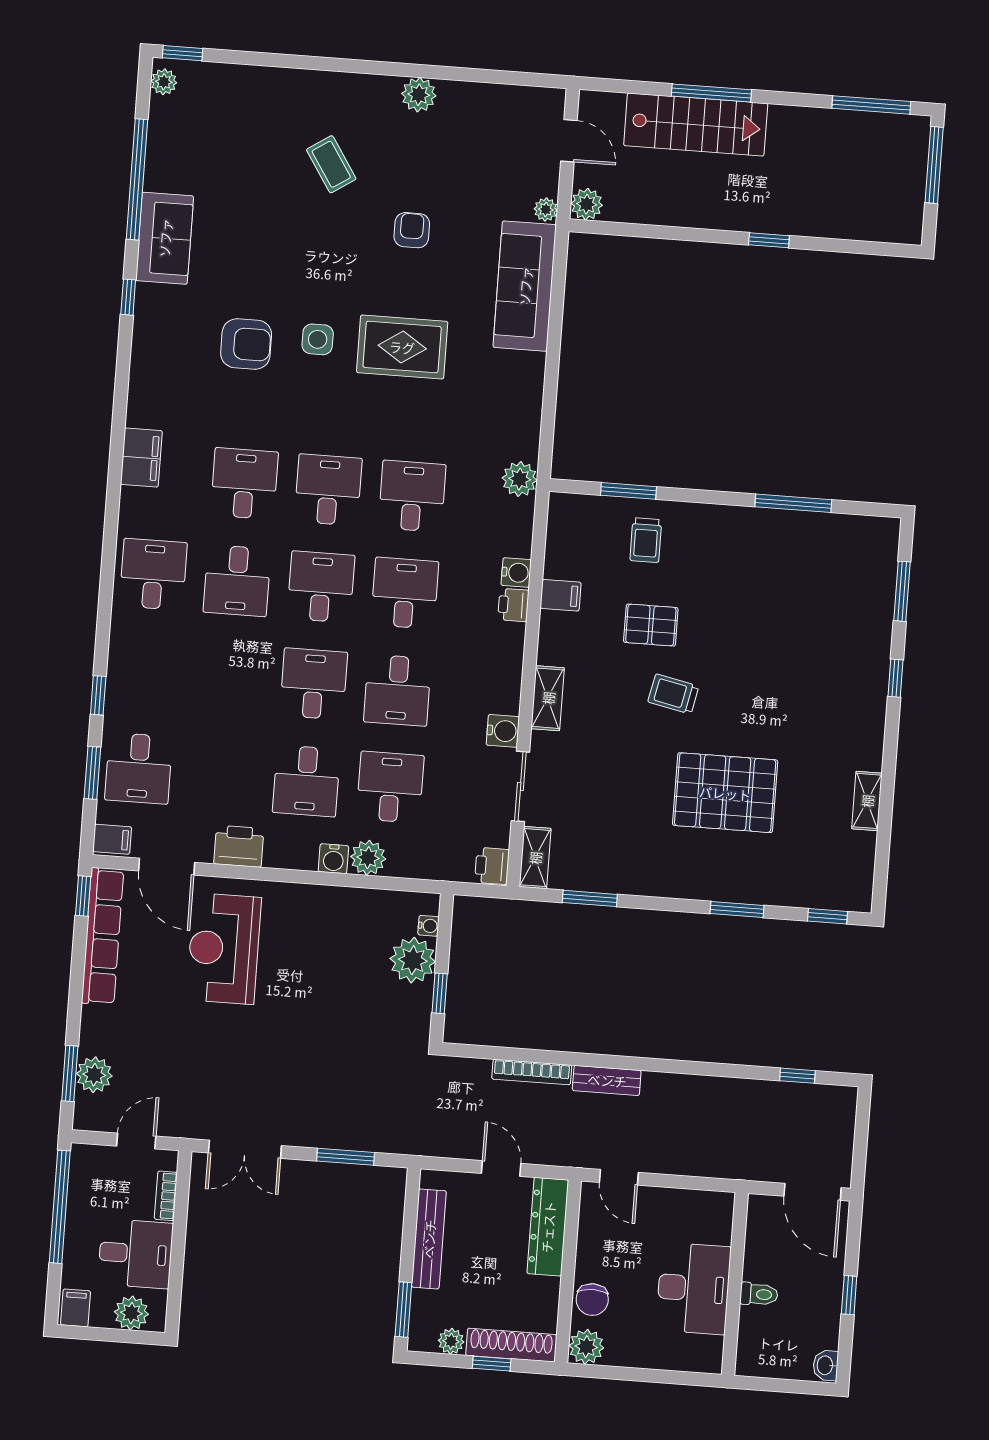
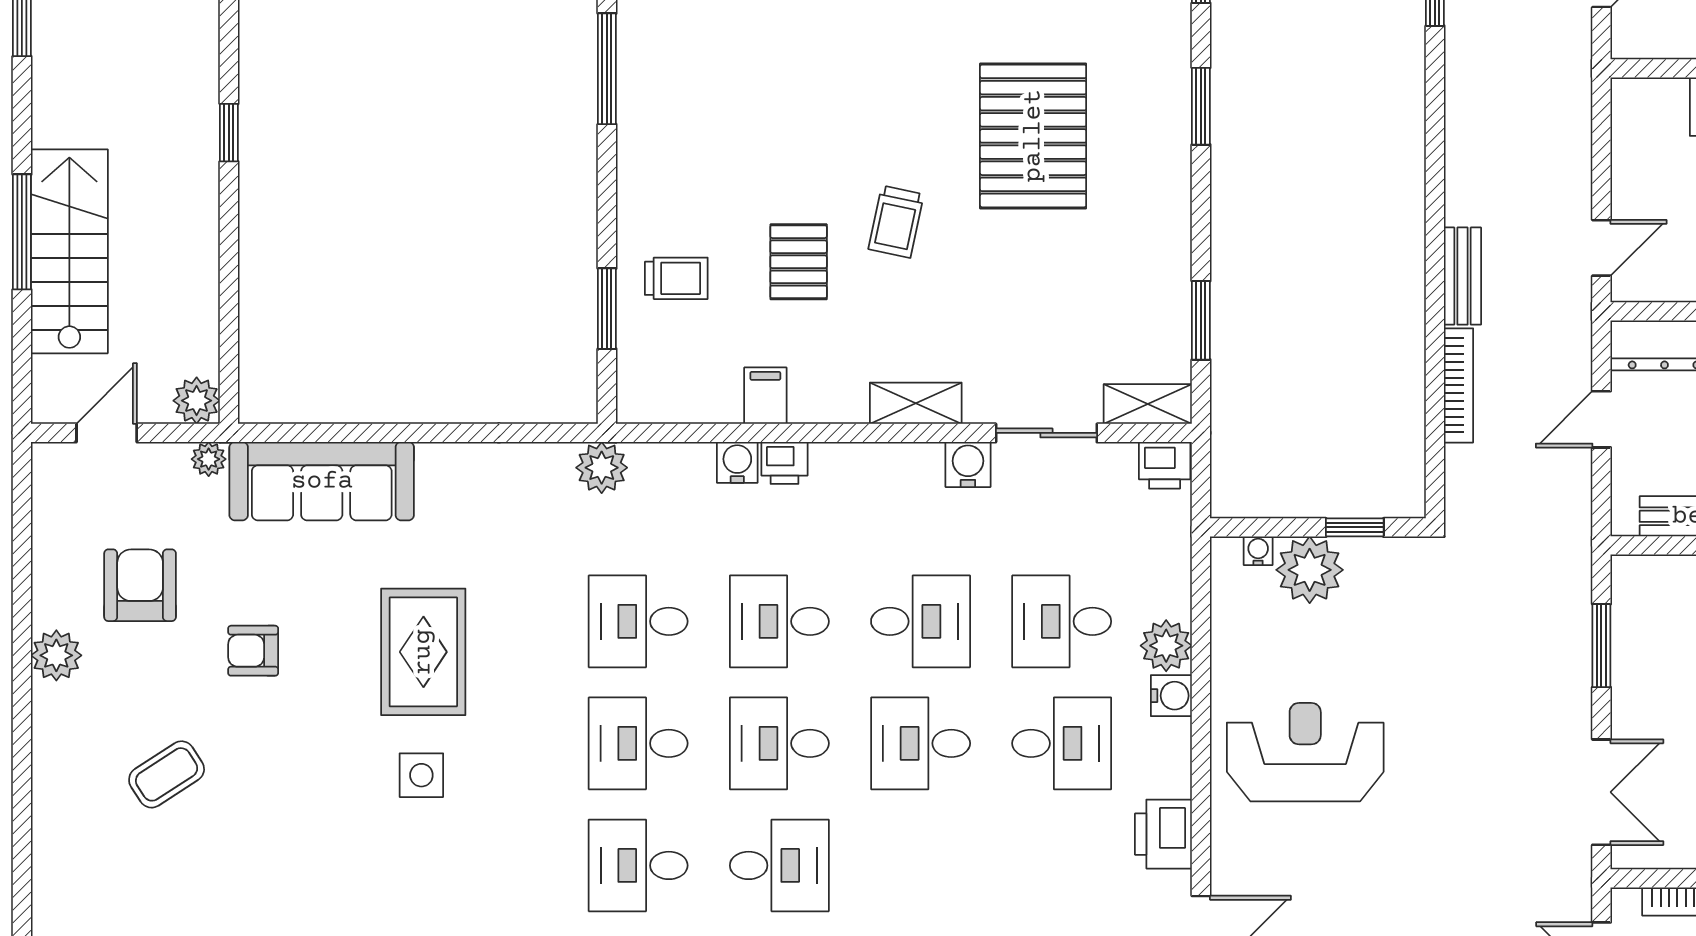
armchair: (246, 344) -> (140, 585), moved
reception desk: (224, 949) -> (1305, 752), moved, turned 180

